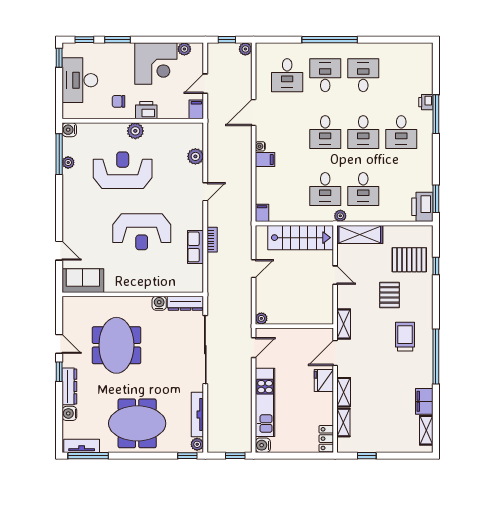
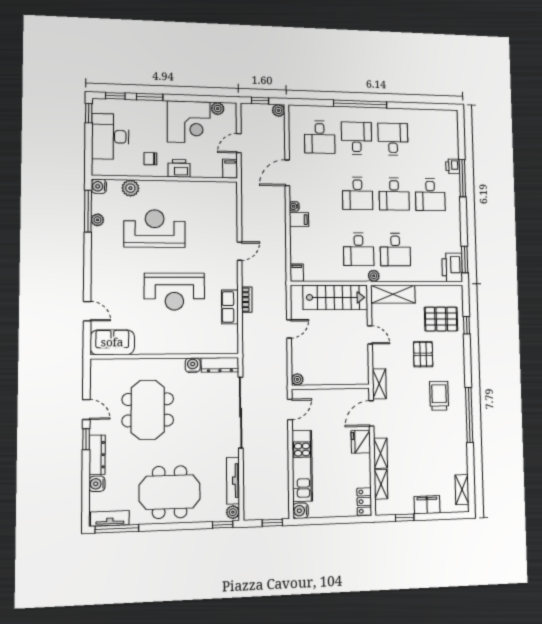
plant: (135, 131) -> (130, 188), moved
plant: (195, 156) -> (229, 215), removed
filing cabinet: (424, 401) -> (427, 505), moved, turned 90

